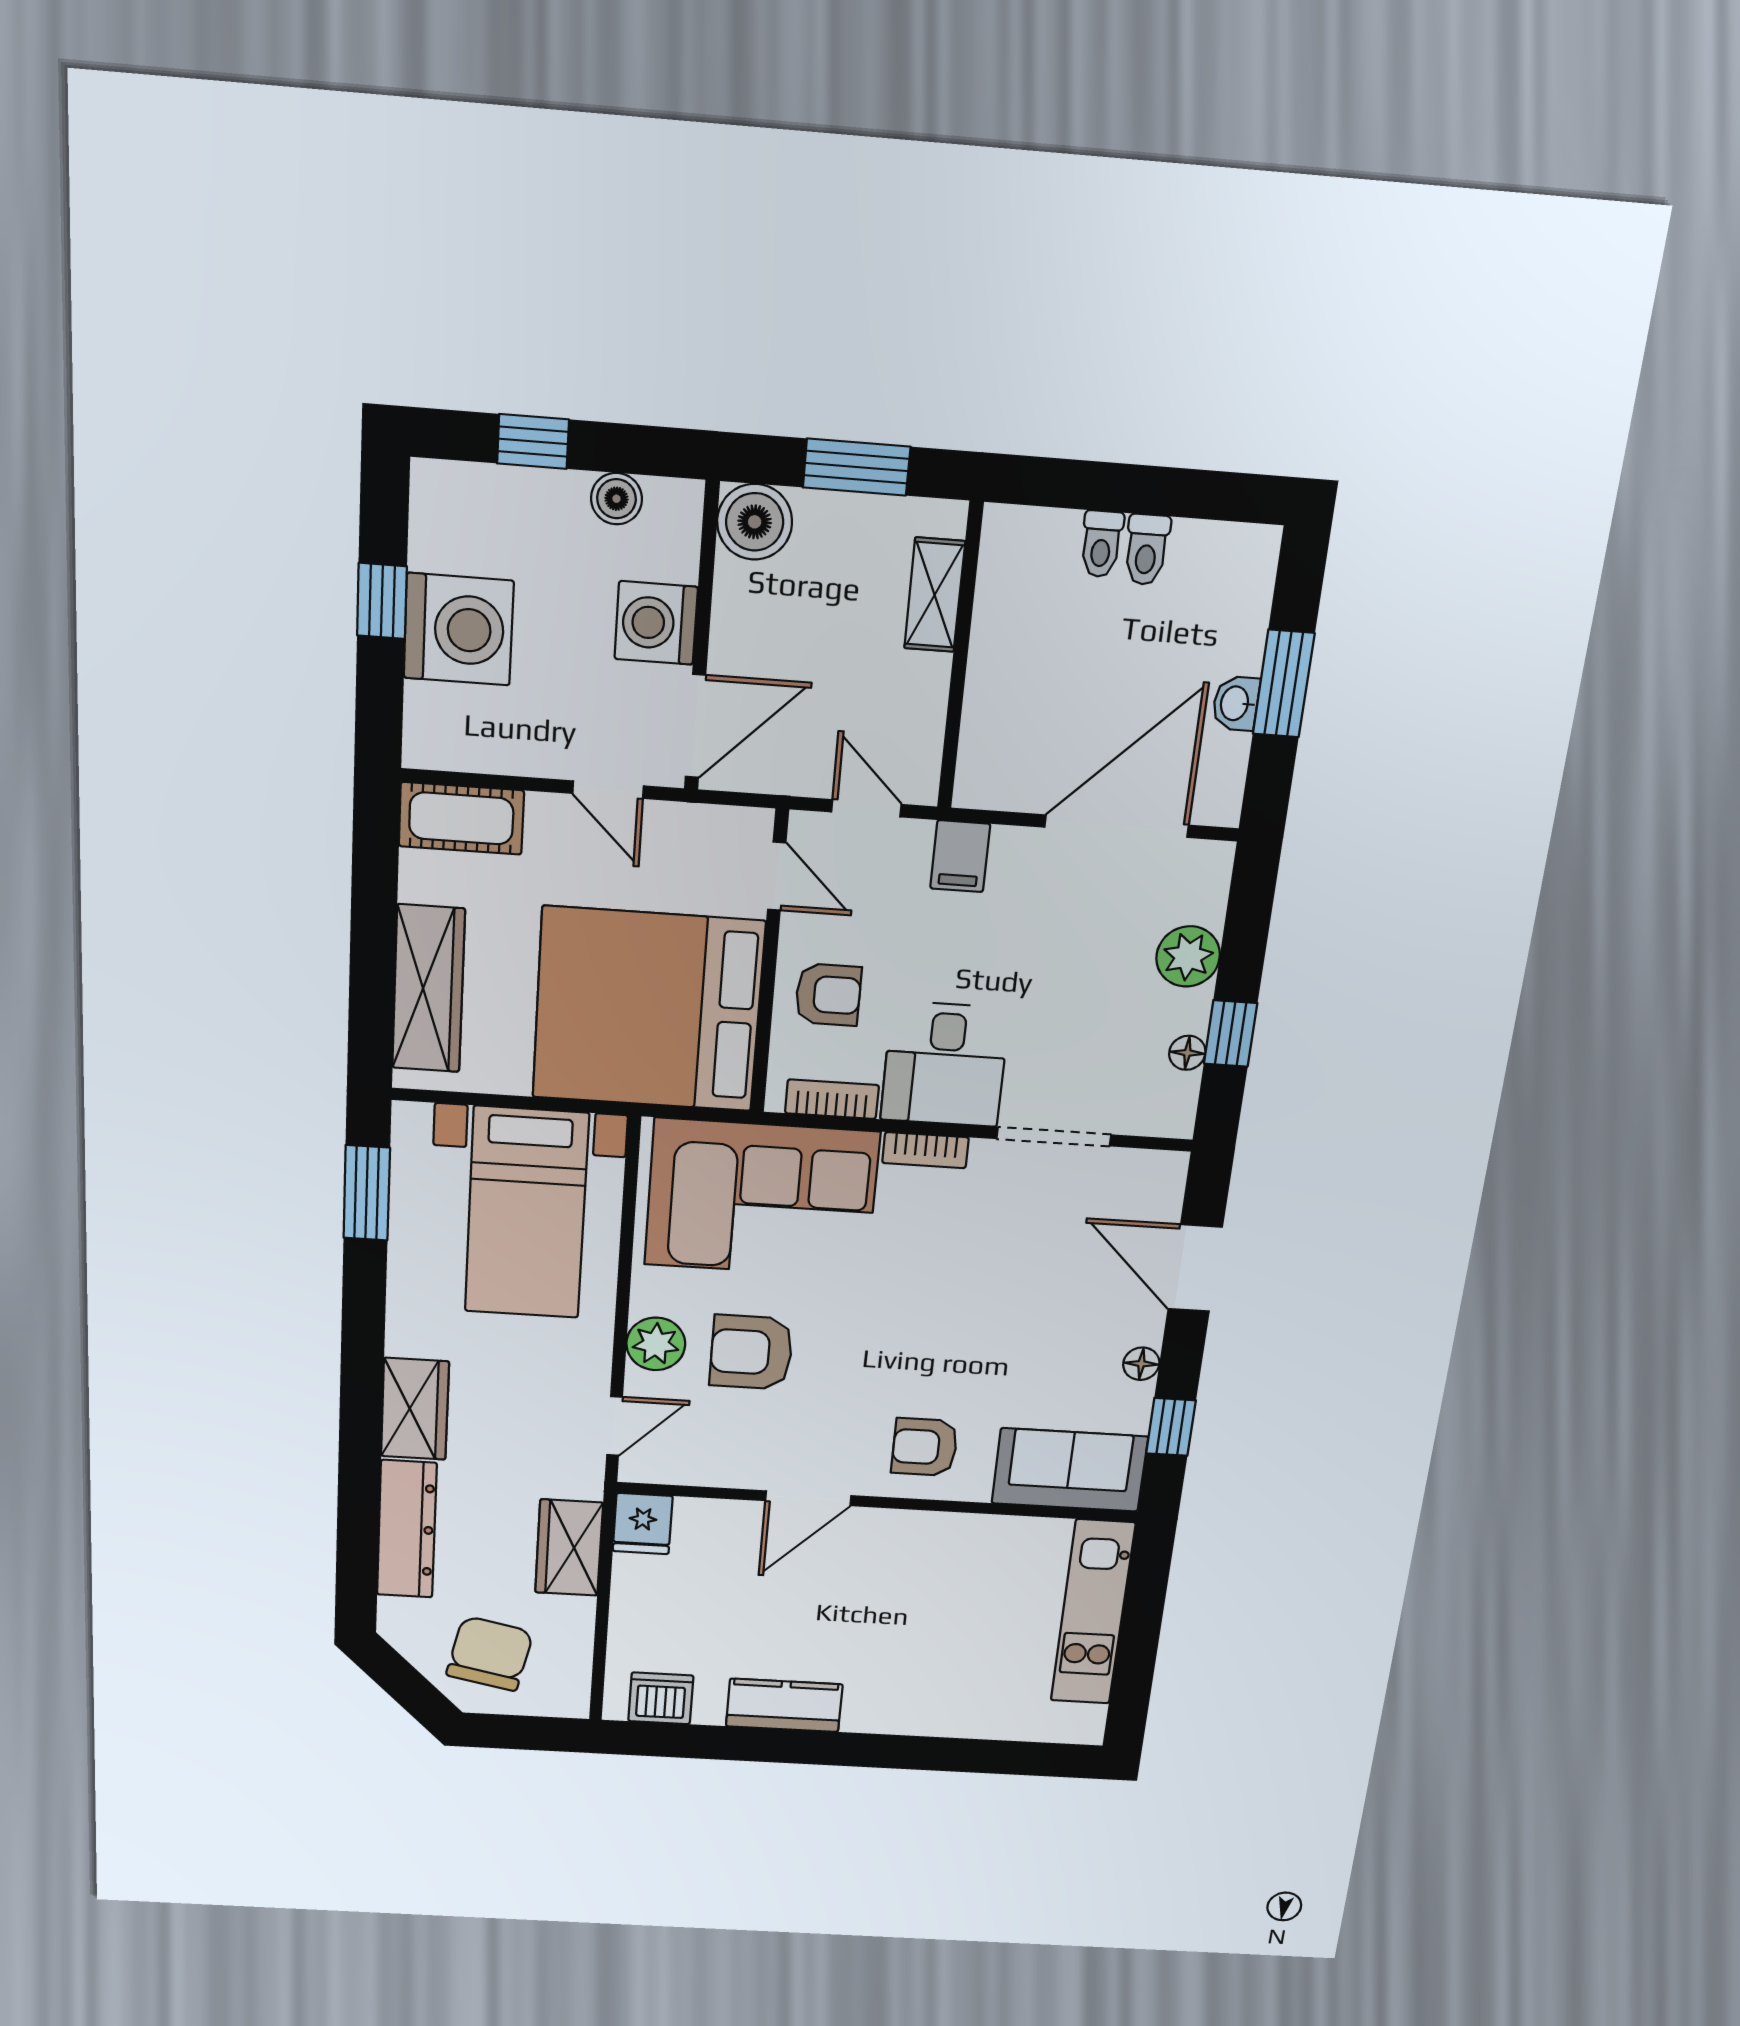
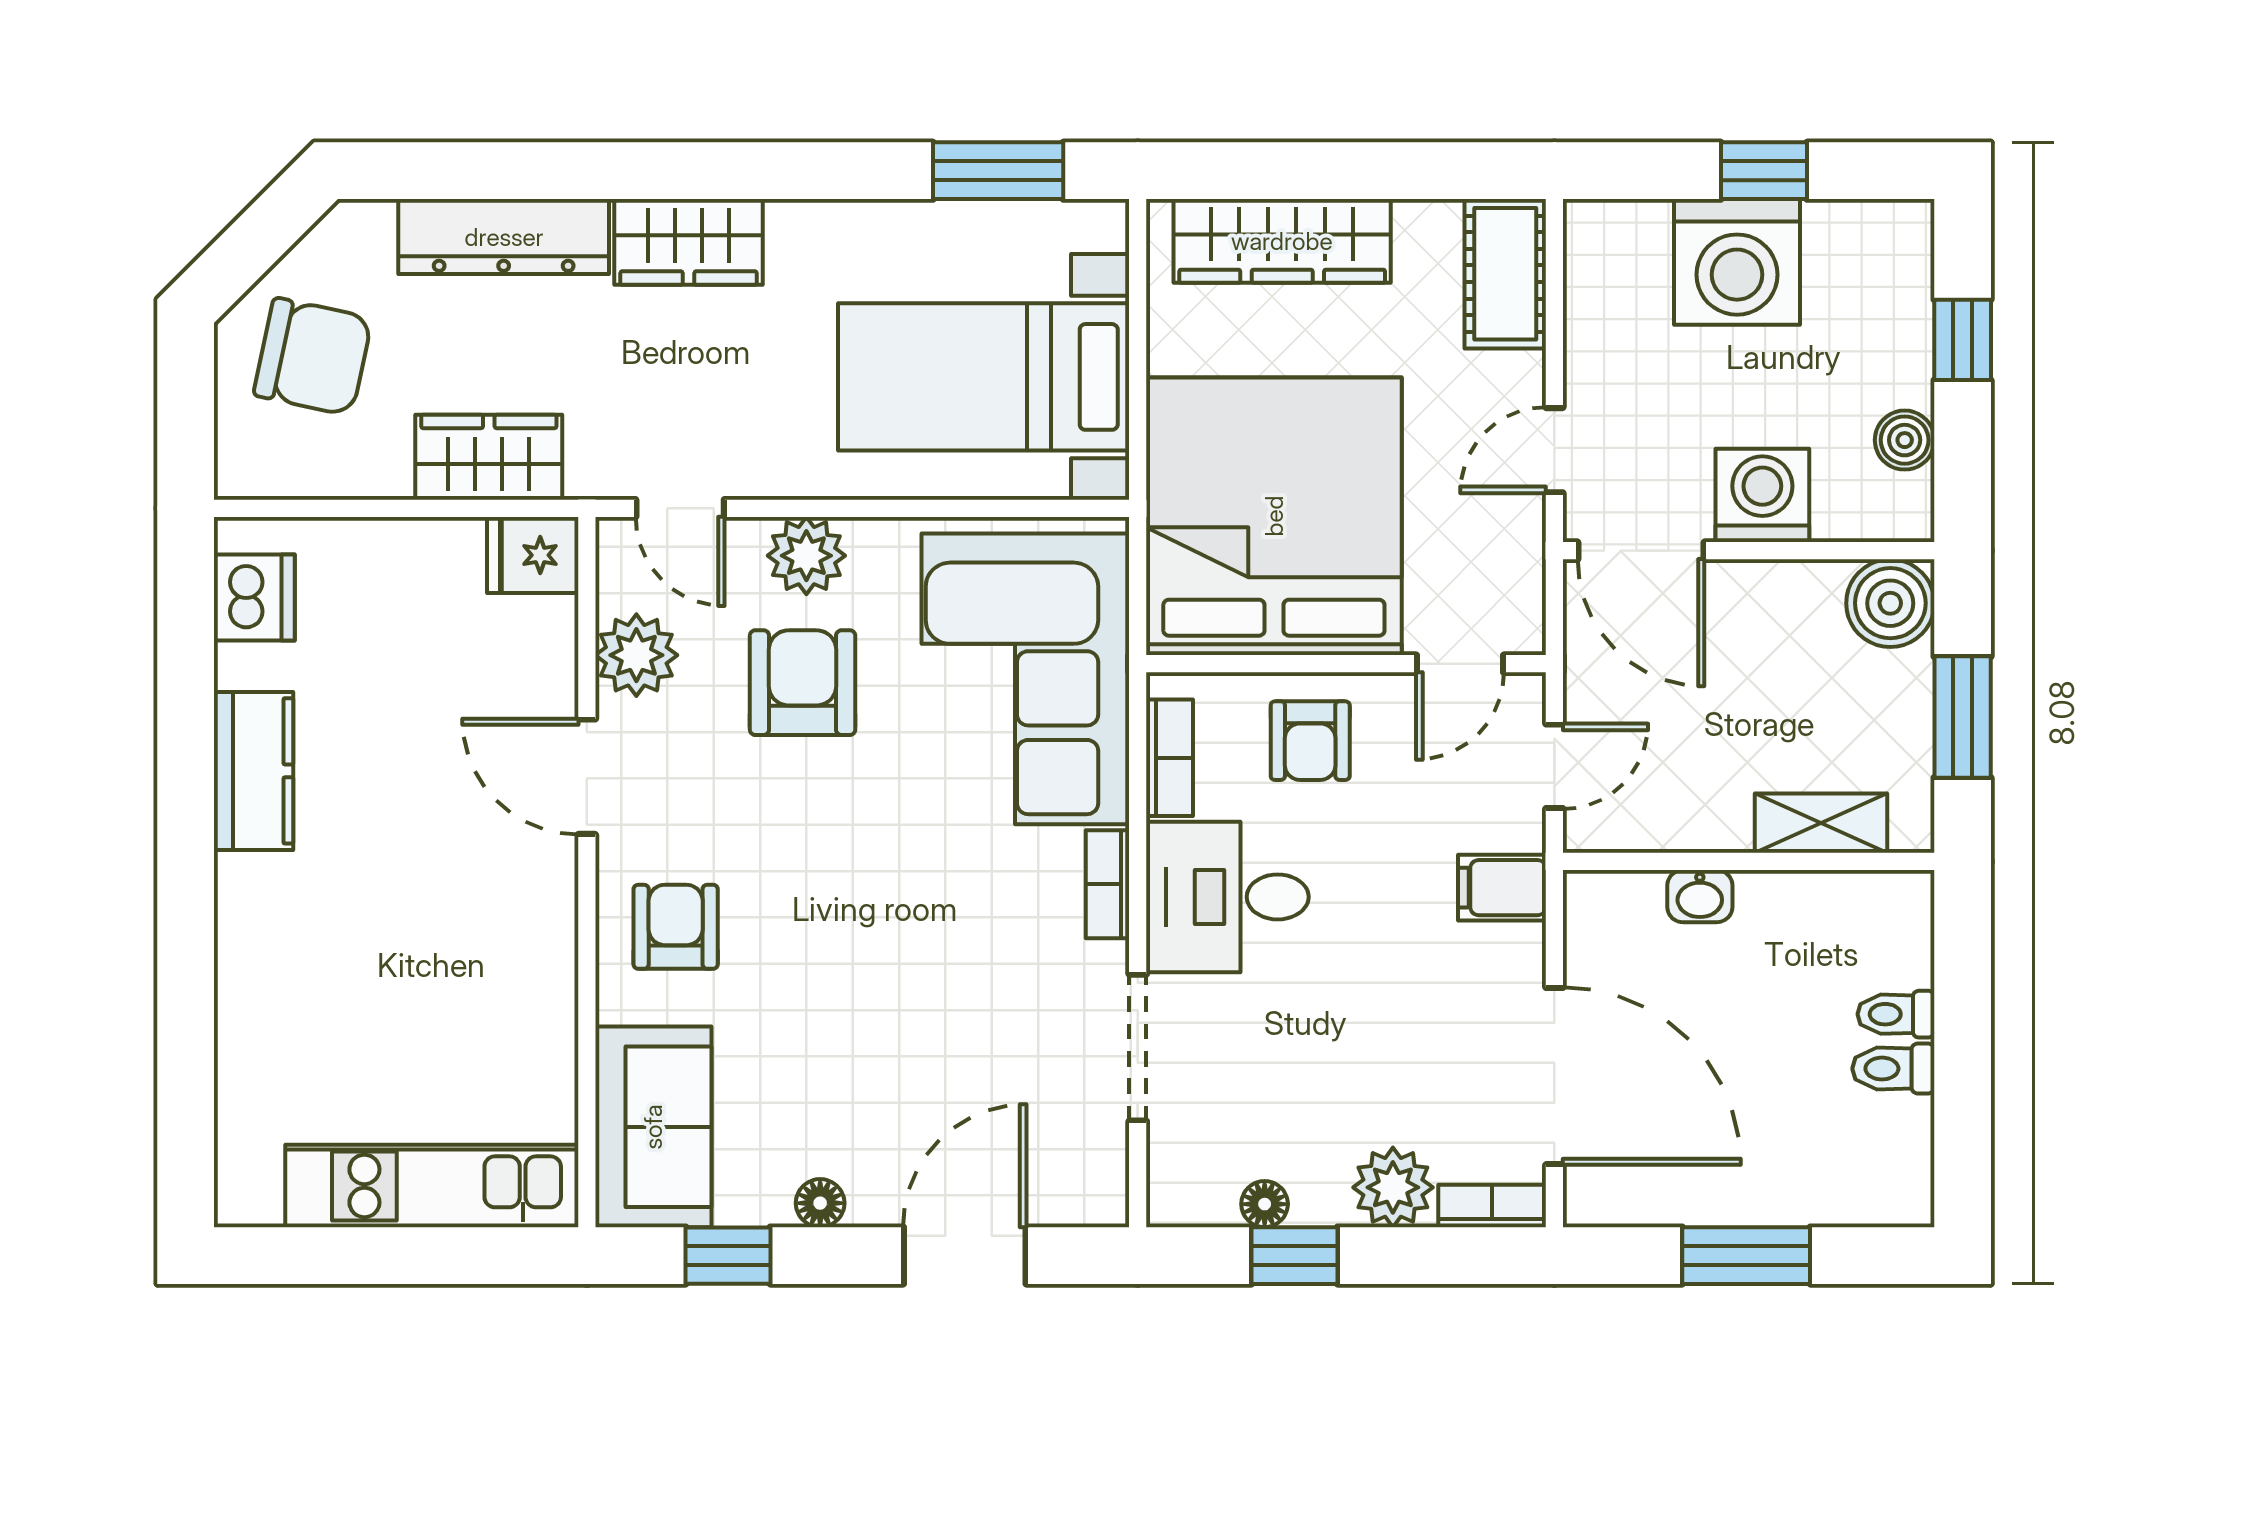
washbasin: (1236, 703) -> (1700, 896), moved, turned 180
bookcase: (1214, 882) -> (1492, 1206), added
plant: (722, 1461) -> (636, 655), added

